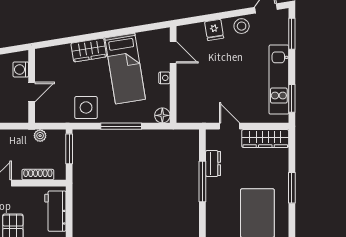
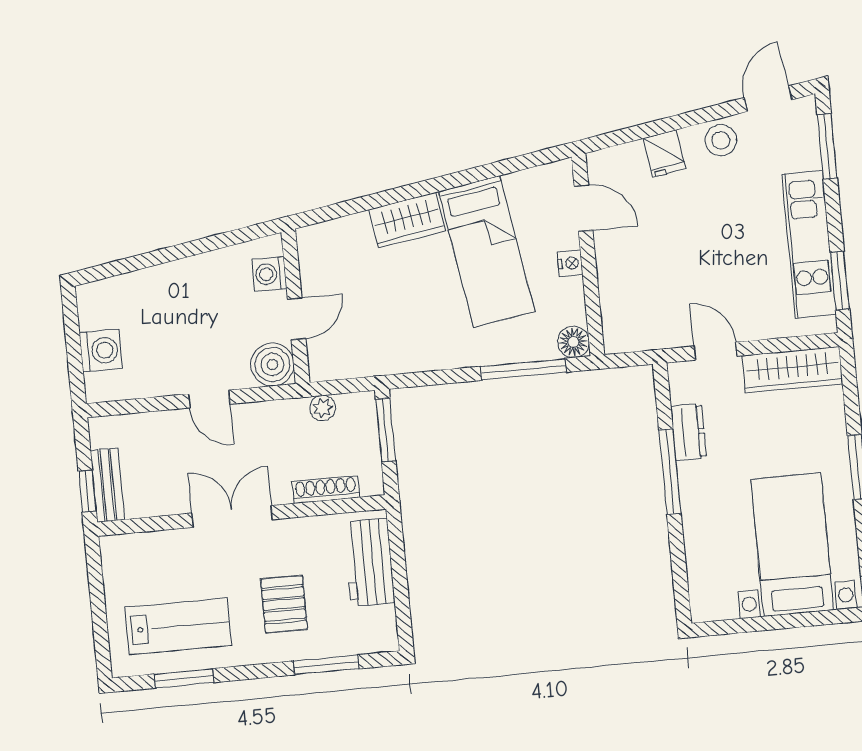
side table: (86, 107) -> (413, 340), removed
boiler: (18, 113) -> (272, 365), added
window: (121, 126) -> (523, 369), moved

